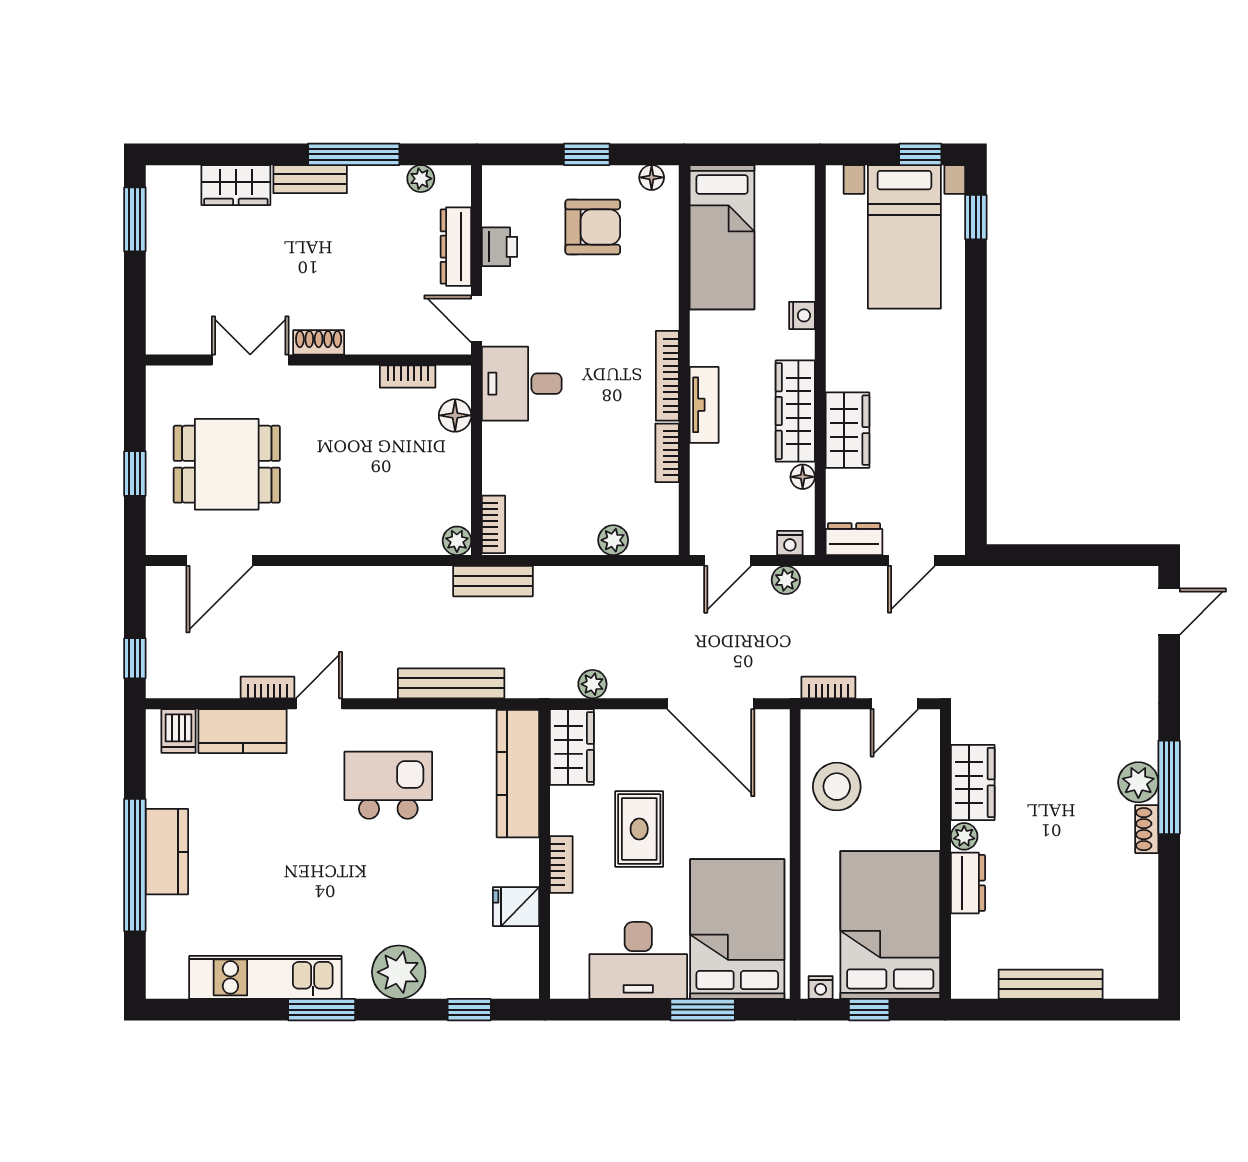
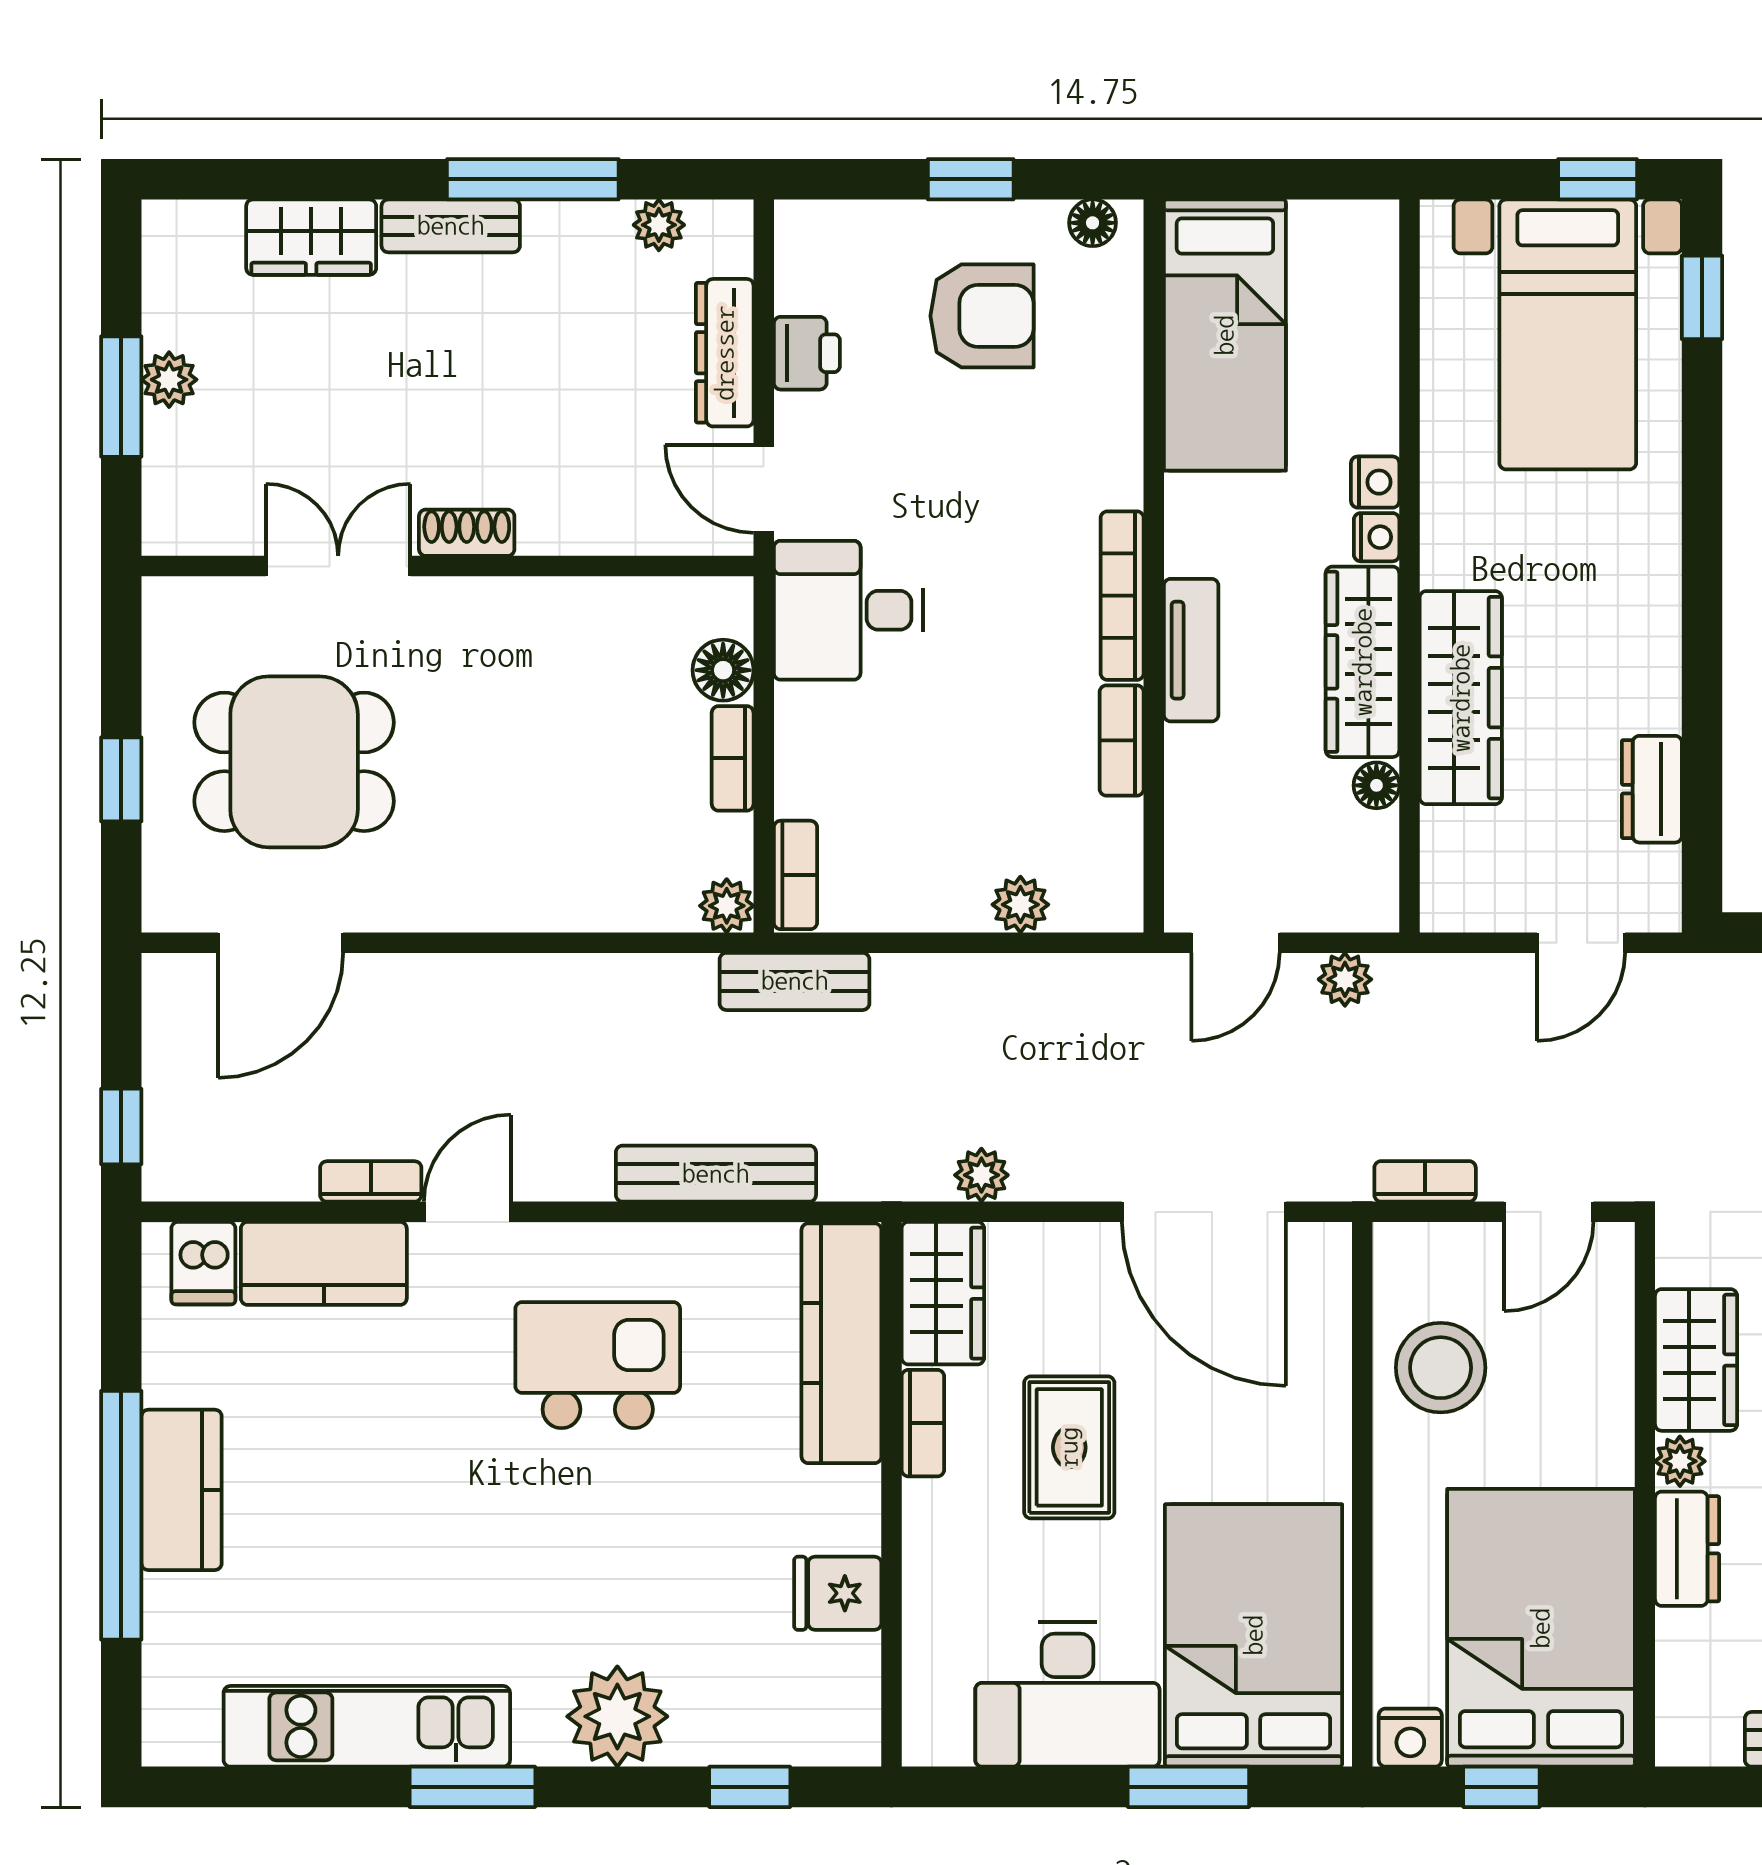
window: (135, 219) -> (121, 397), moved
plant: (160, 261) -> (169, 380), added
bookcase: (408, 377) -> (733, 758), moved, turned 90
wardrobe: (847, 430) -> (1461, 698), width x1.50
dresser: (854, 539) -> (1652, 789), moved, turned -90
nightstand: (790, 543) -> (1377, 537), moved, turned -90
bookcase: (561, 865) -> (923, 1423), moved
nightstand: (821, 987) -> (1410, 1738), width x1.39, depth x1.35

